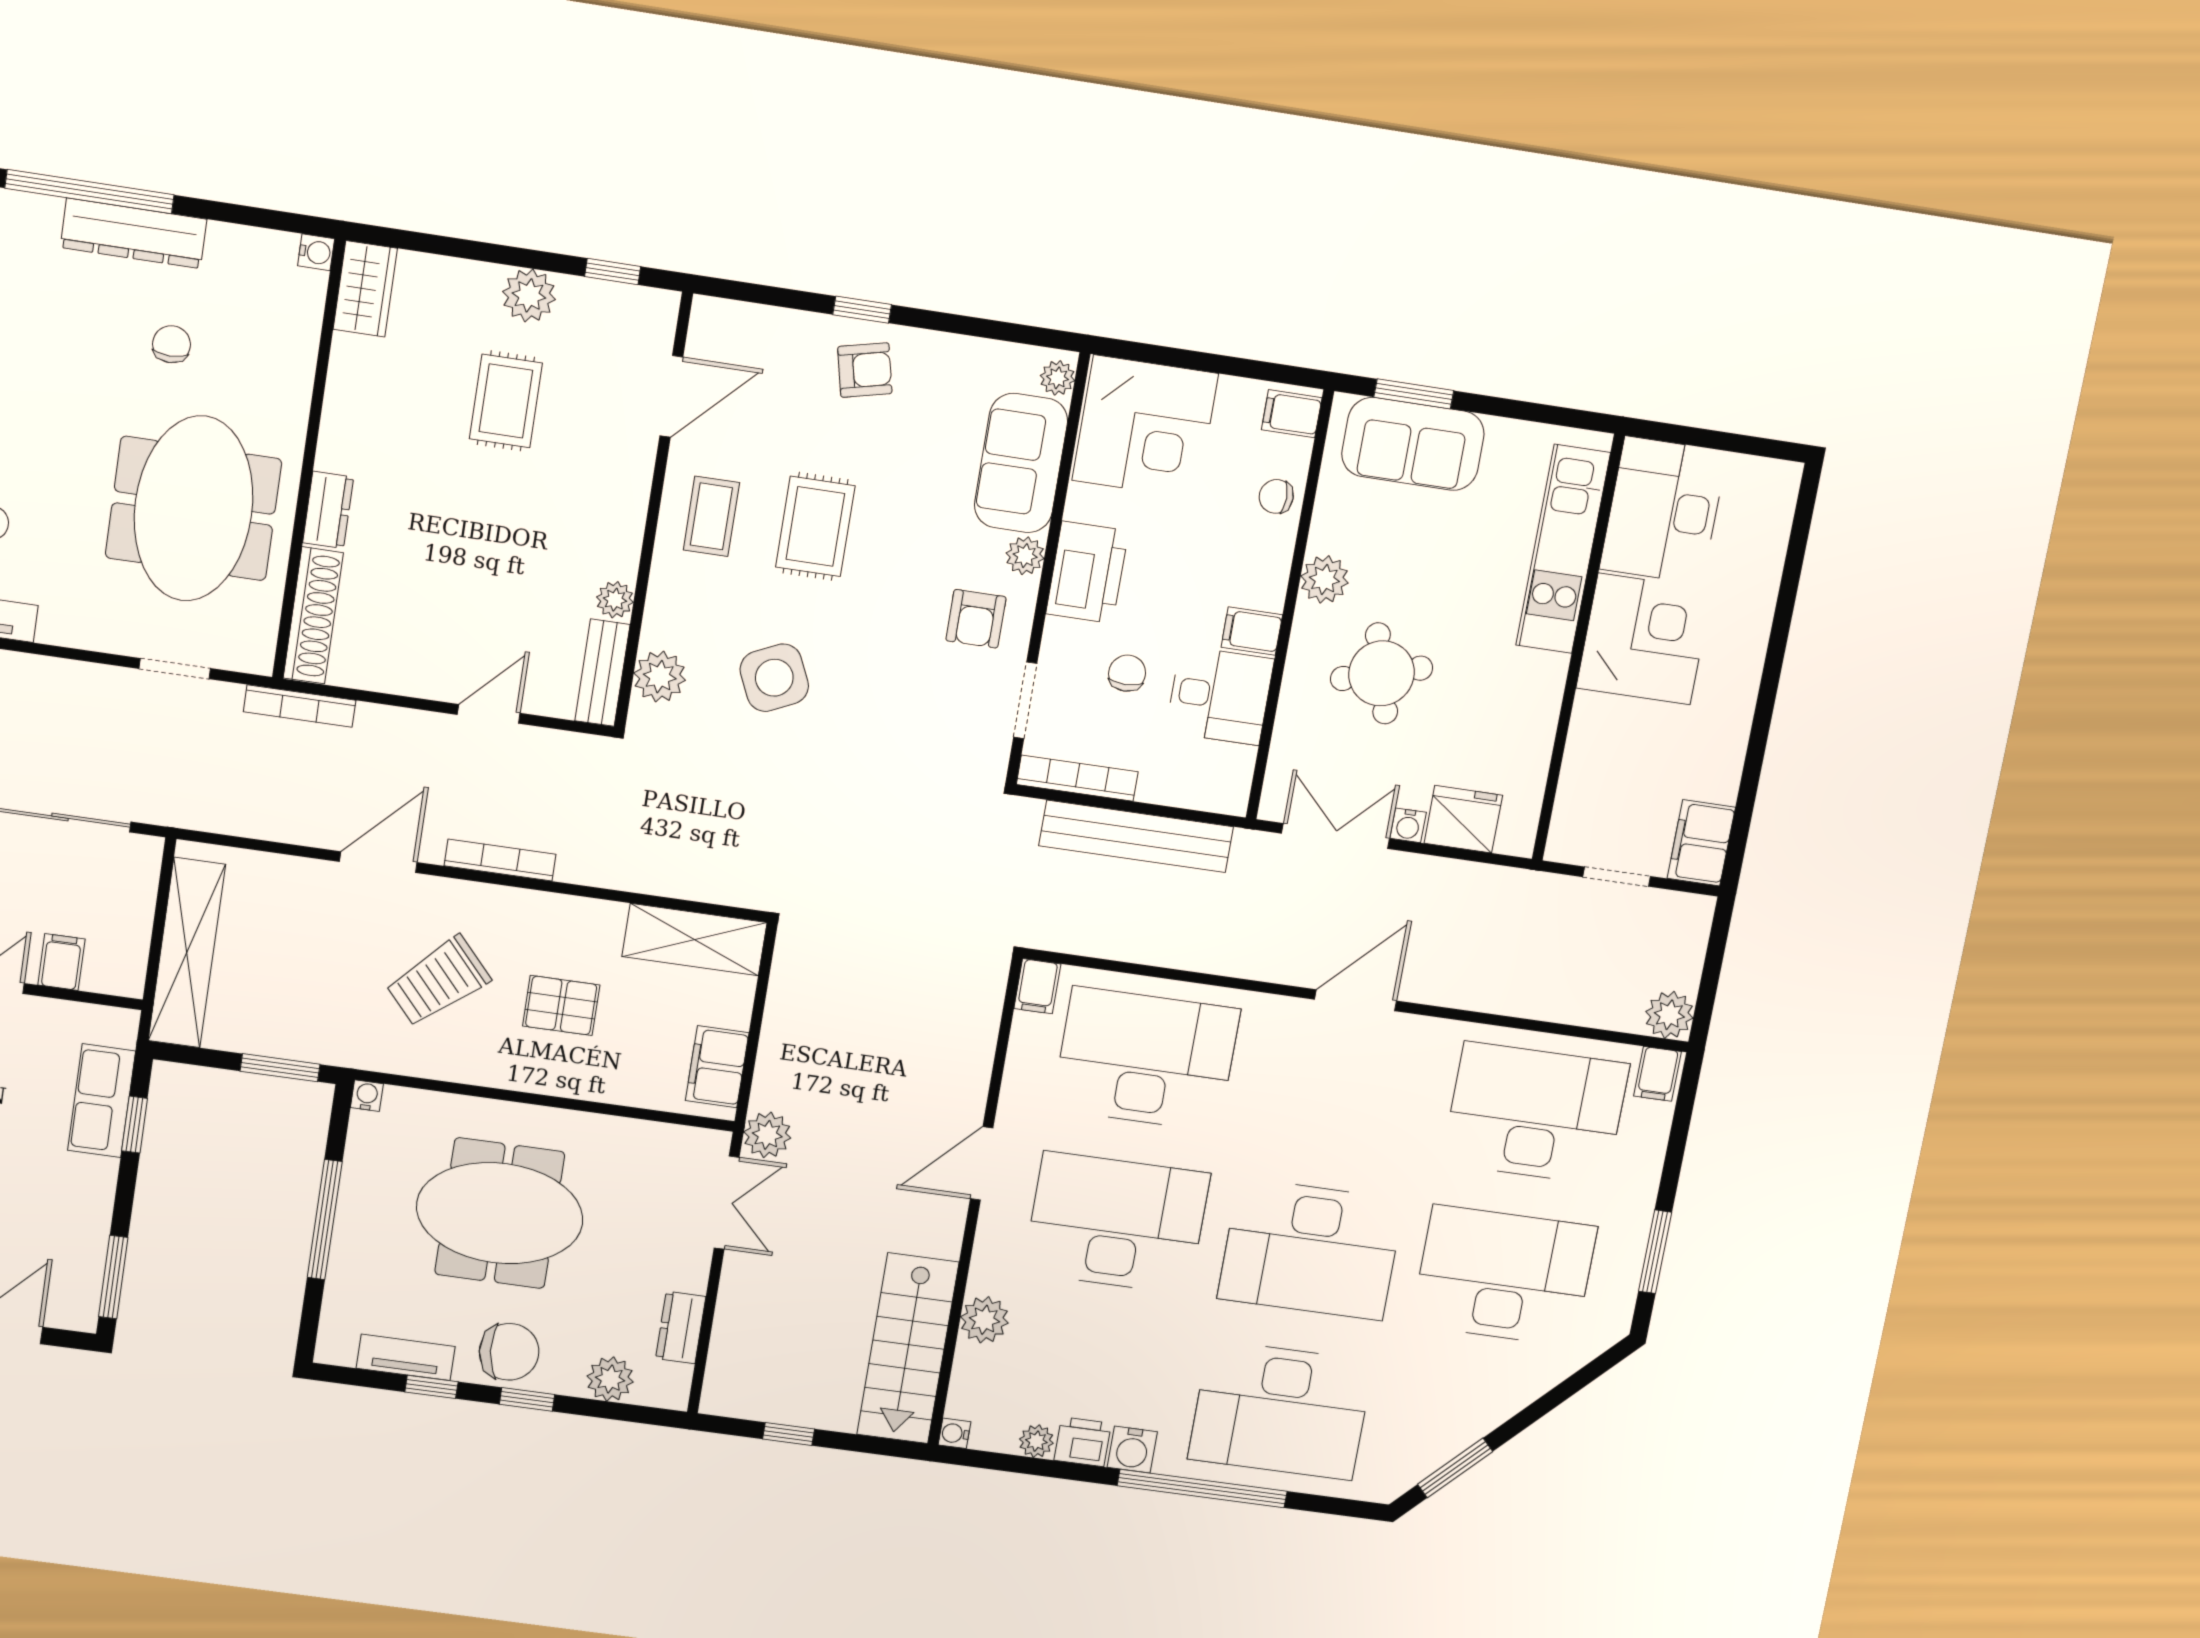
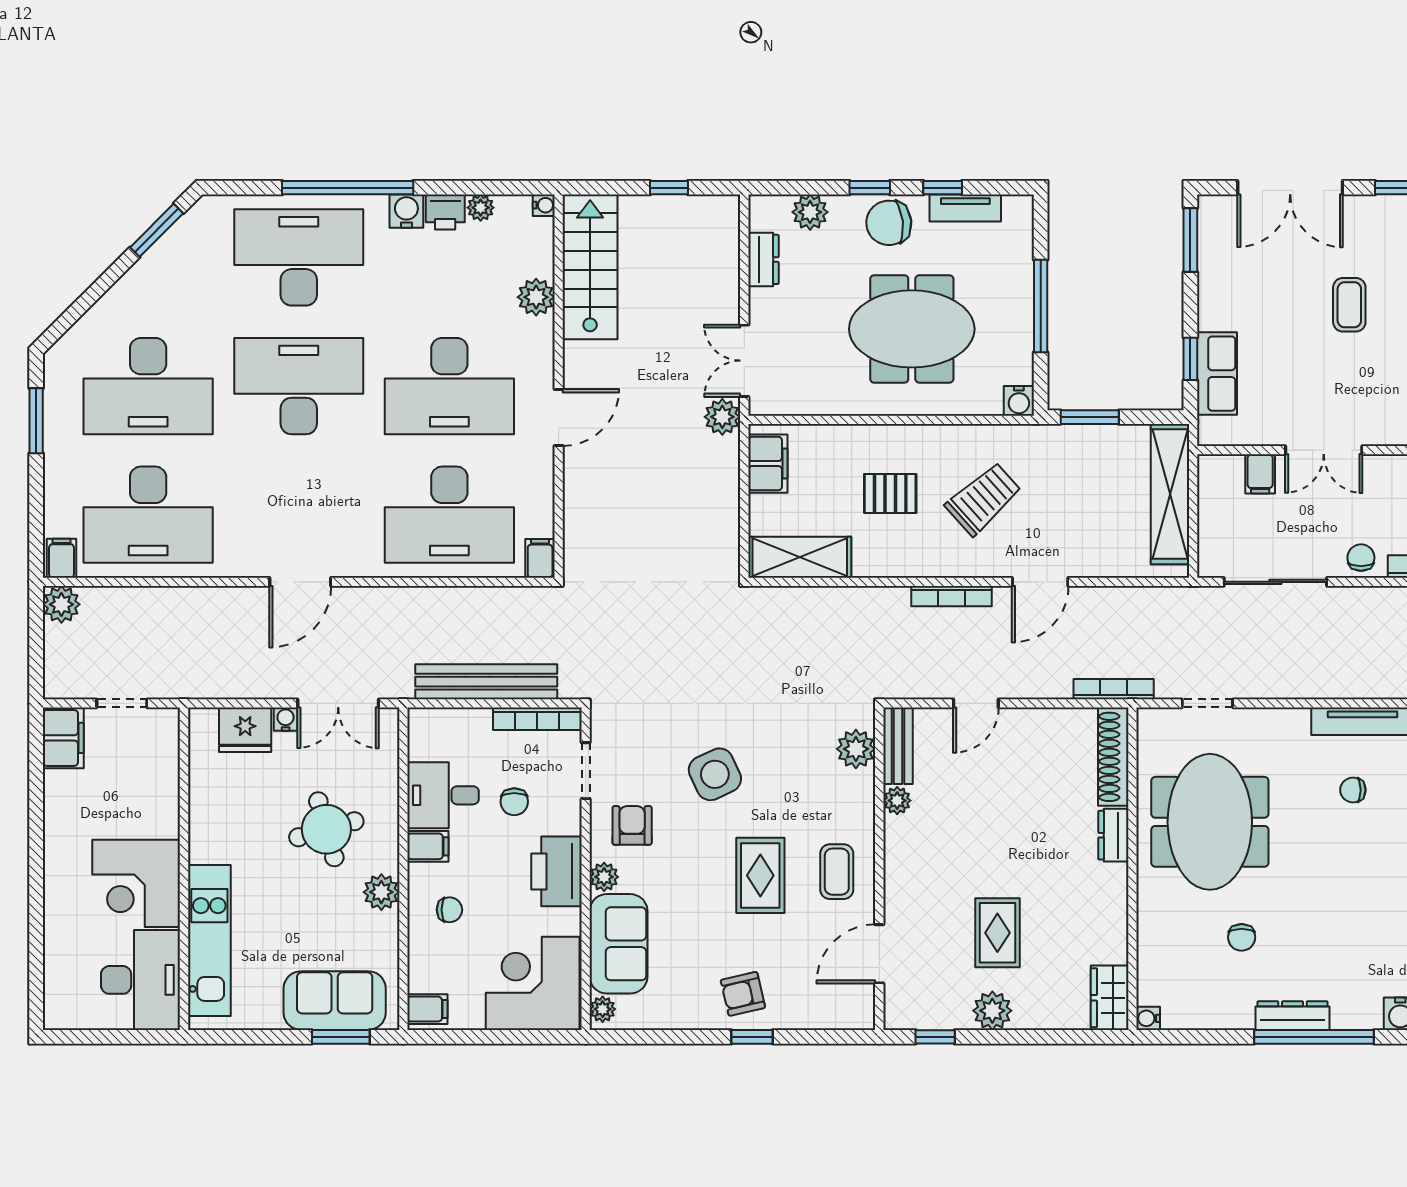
dresser: (134, 233) -> (1293, 1016), width x0.73, depth x0.80
chair: (1276, 496) -> (449, 910), moved
side table: (774, 678) -> (715, 774), moved
water cooler: (367, 1096) -> (1019, 401), width x1.38, depth x1.38

